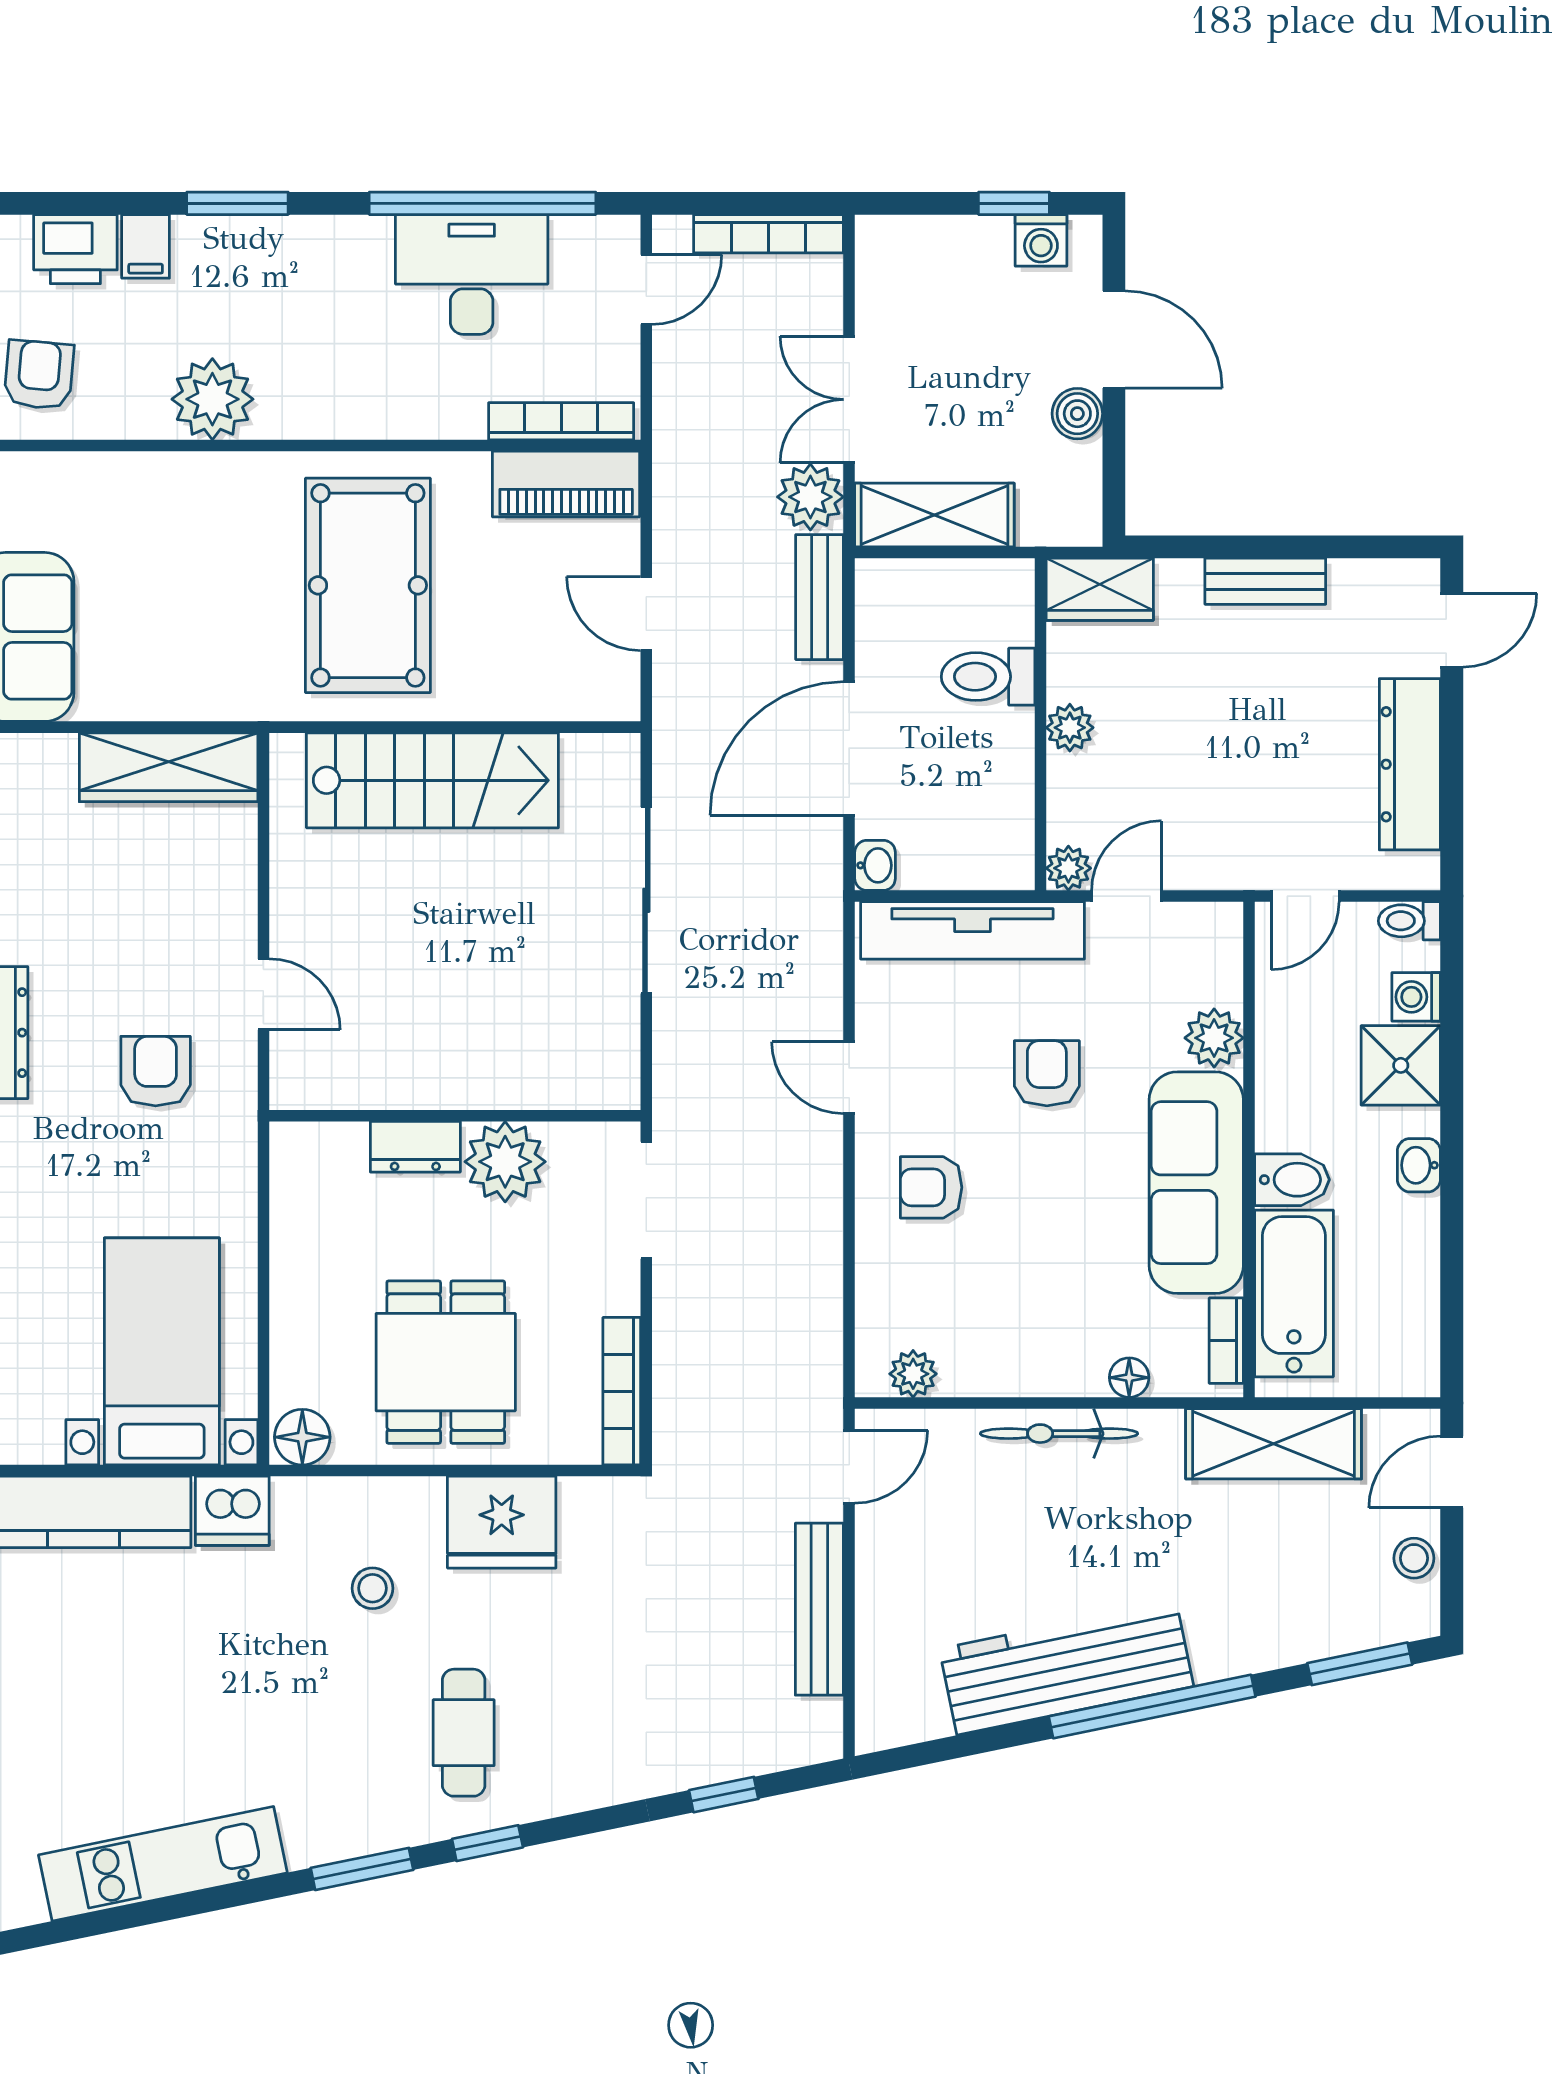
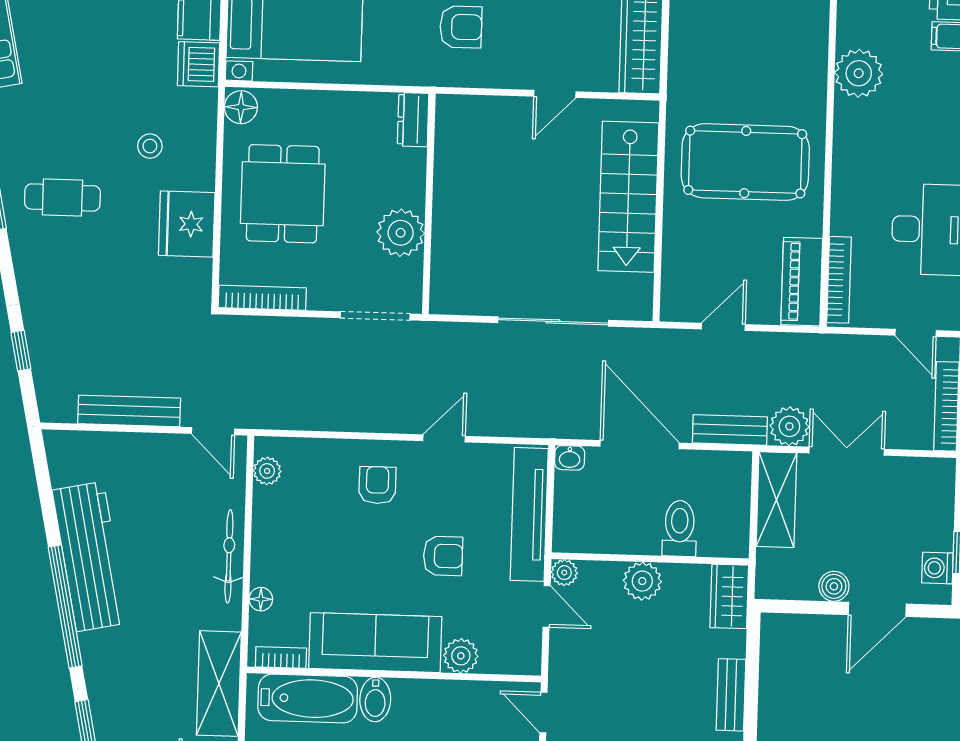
plant: (1070, 728) -> (642, 581), width x1.38, depth x1.38
door: (263, 994) -> (555, 94), moved
dresser: (415, 1147) -> (413, 120), moved
dining table: (446, 1362) -> (283, 194), turned 90

